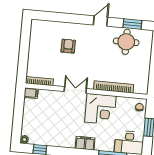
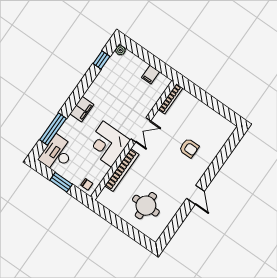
window: (132, 24) -> (174, 225), removed
round table: (126, 42) -> (146, 206), moved
filing cabinet: (31, 93) -> (150, 75), moved

